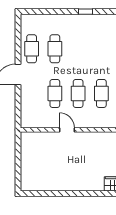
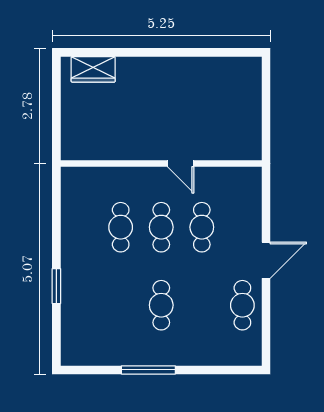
window: (85, 12) -> (148, 370), width x2.17
cafe table: (55, 49) -> (161, 305), moved

